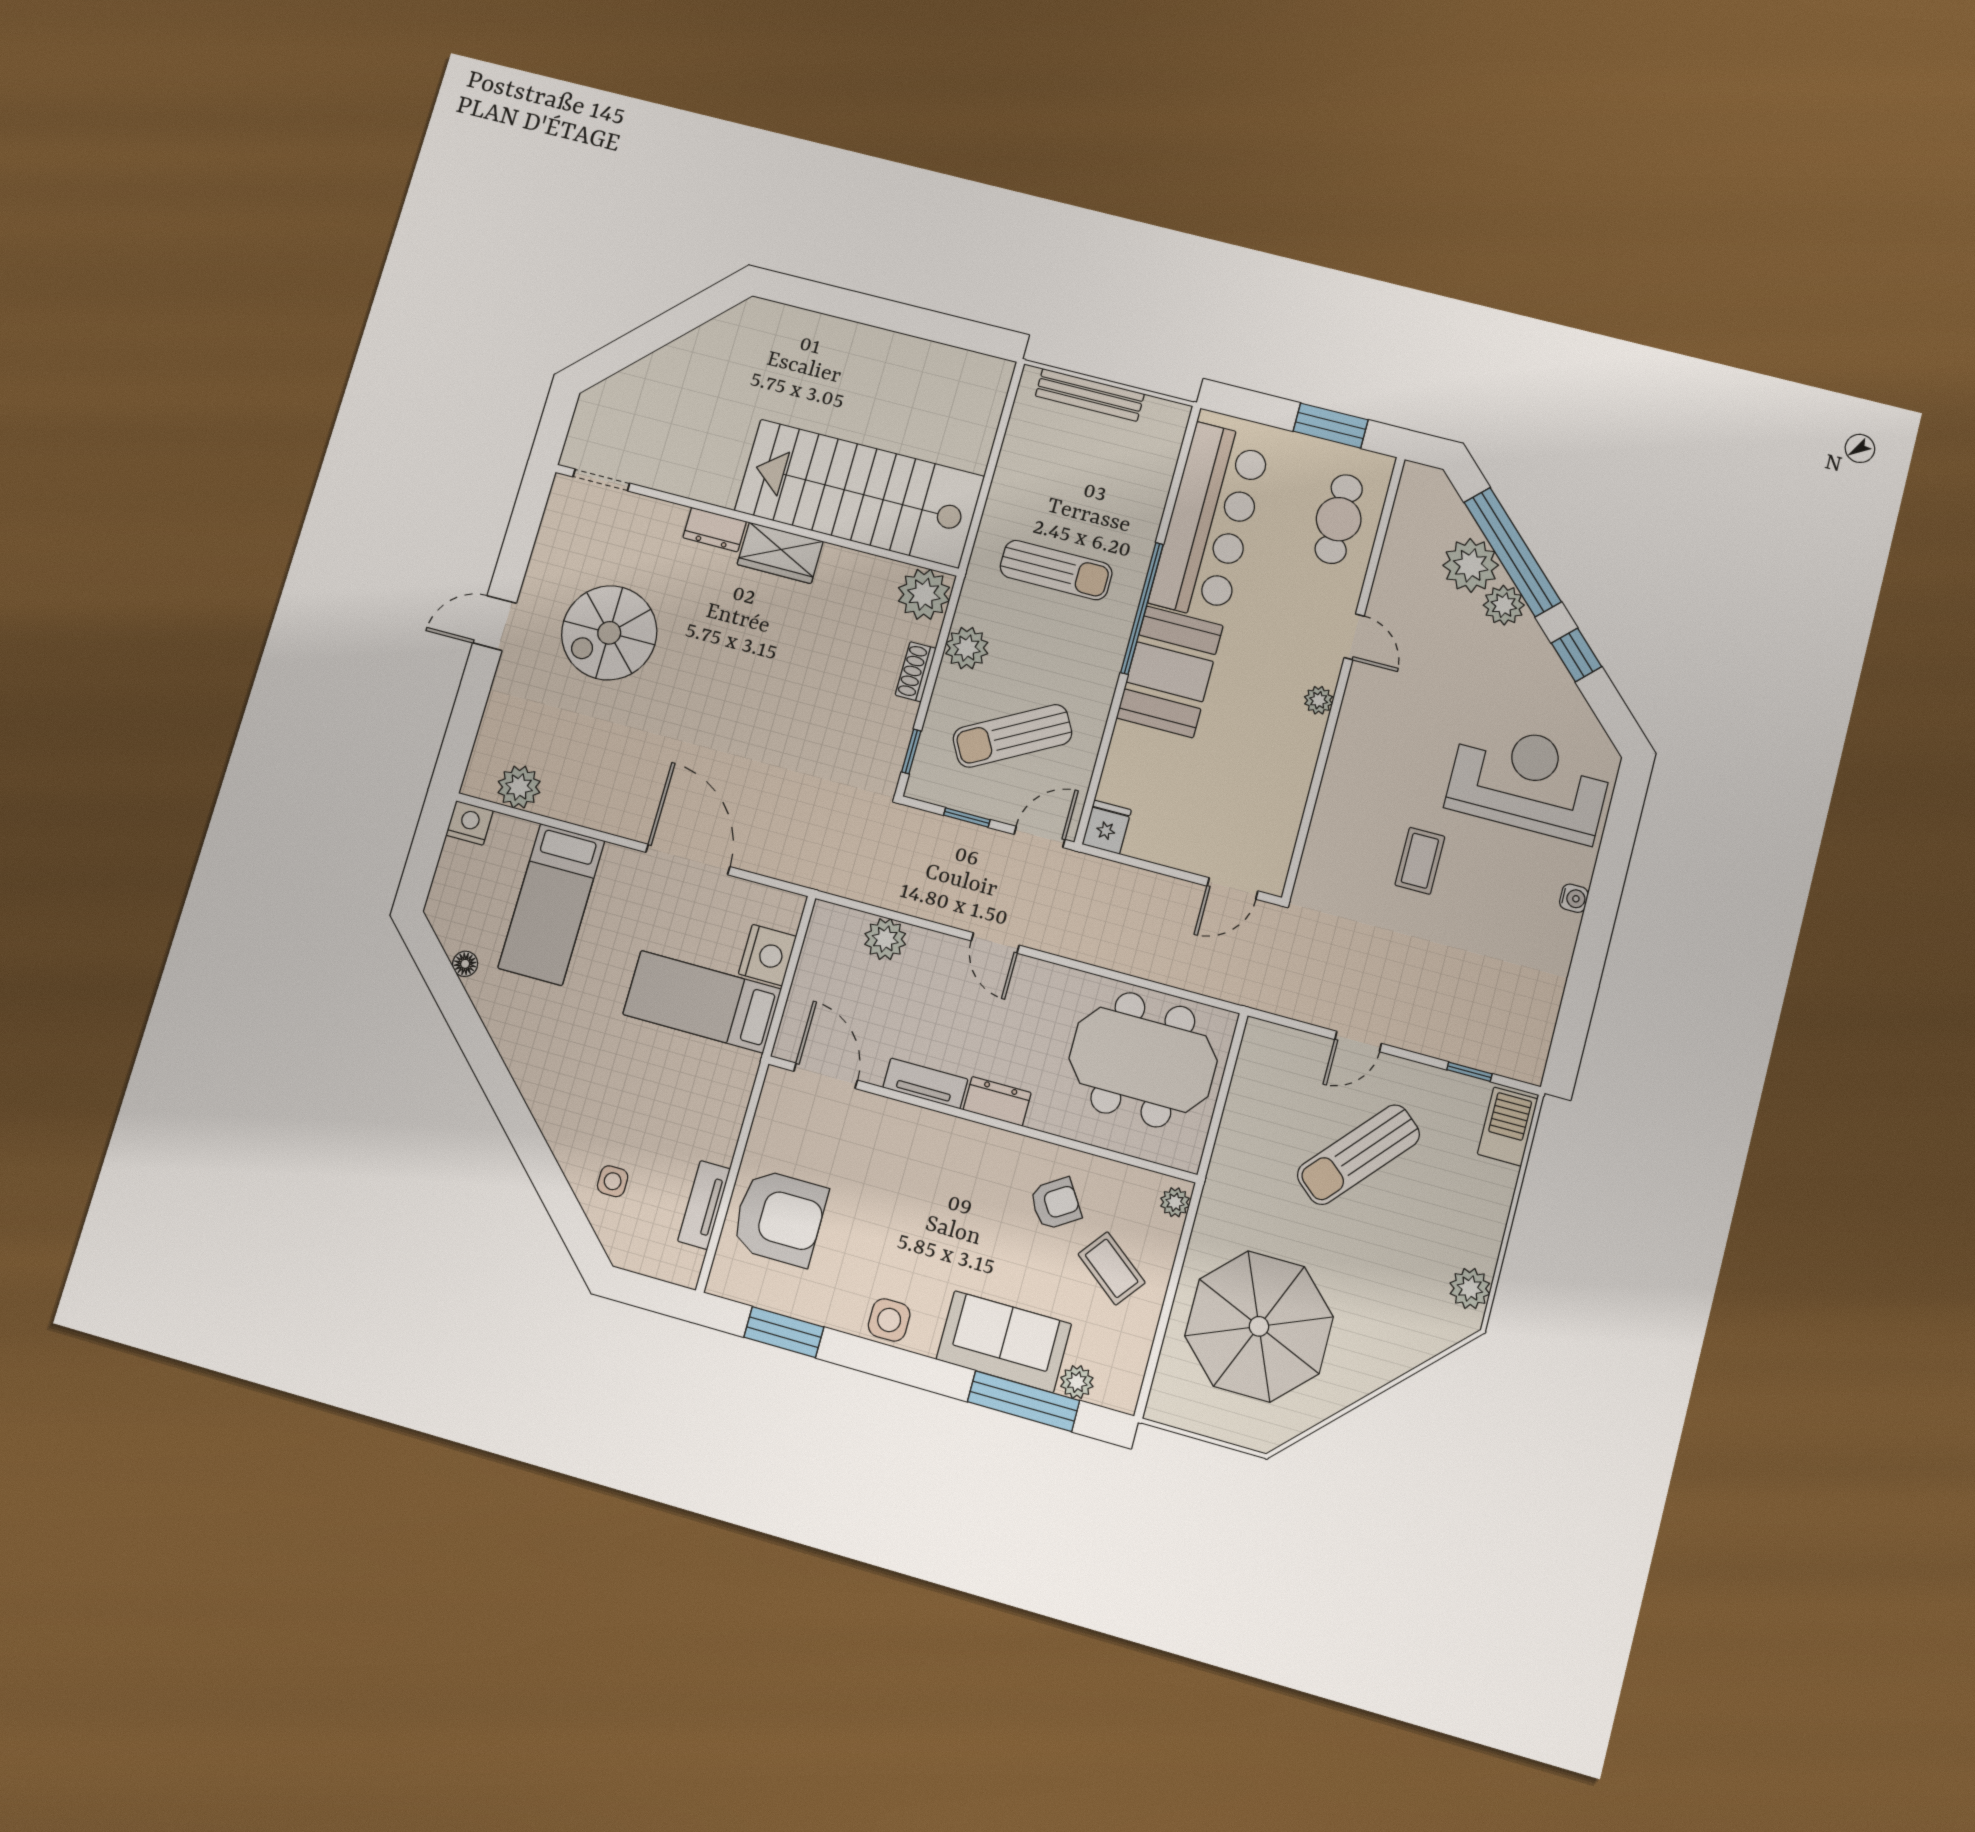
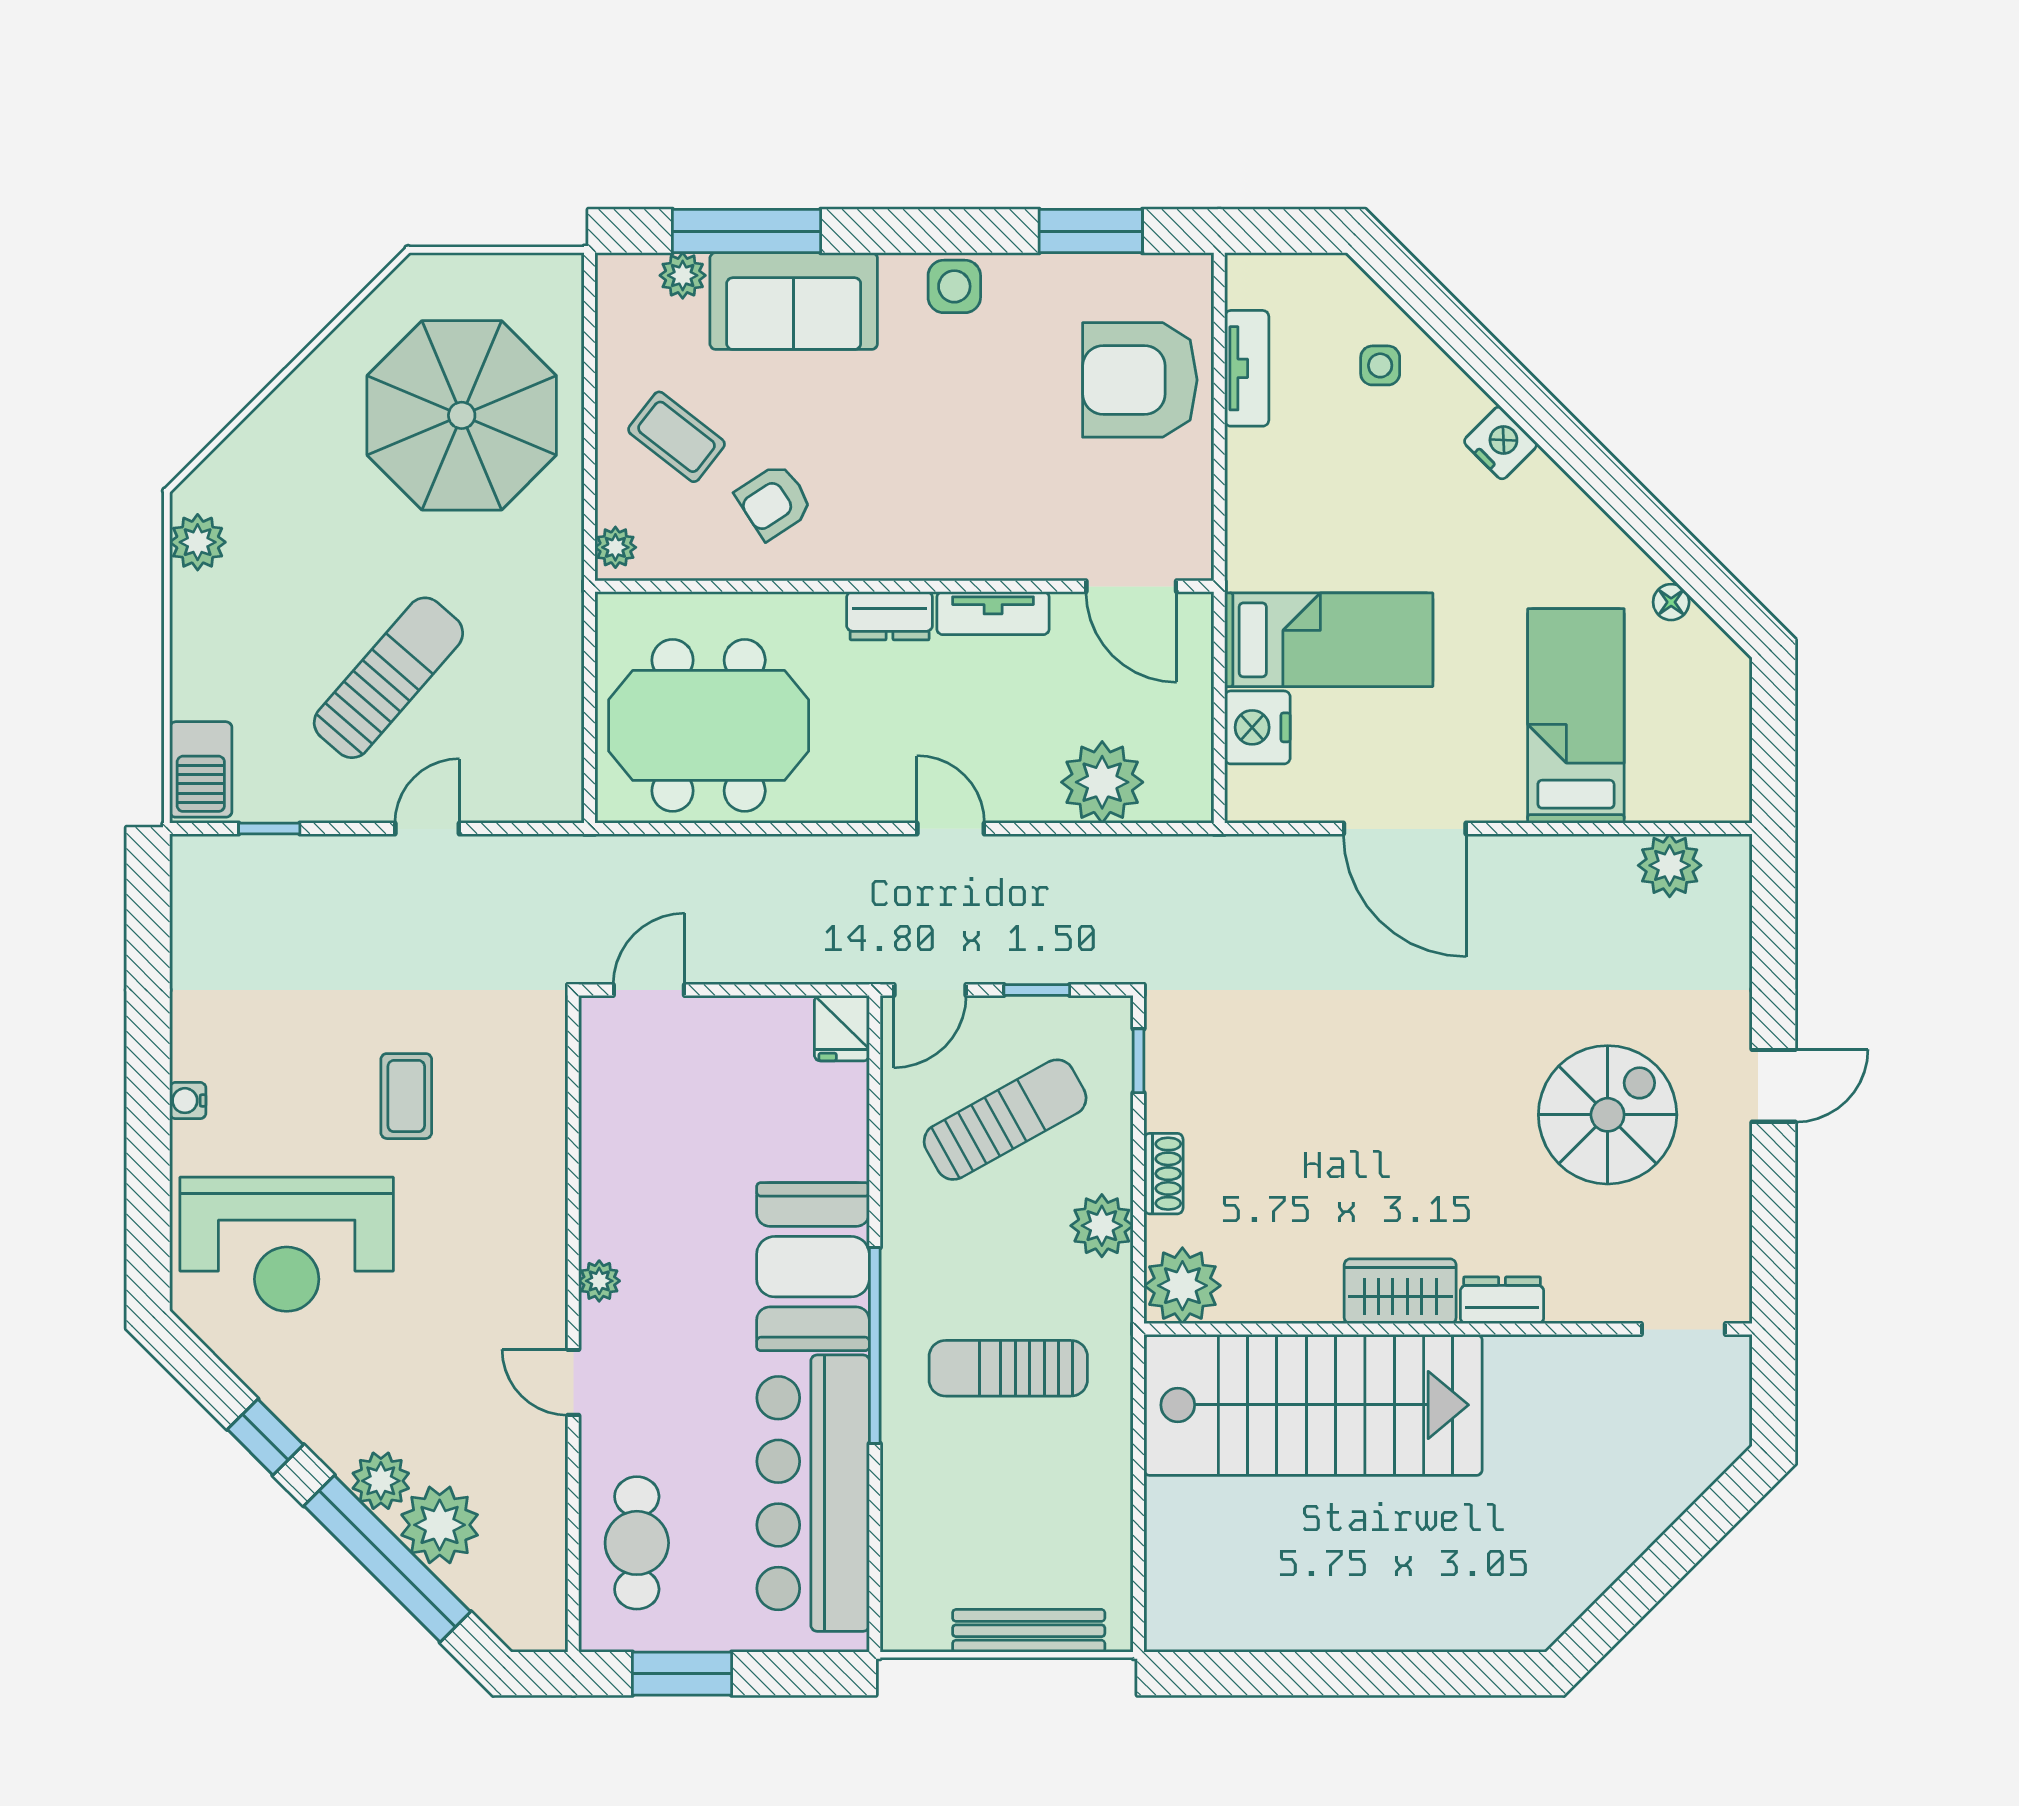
nightstand: (470, 823) -> (1500, 443), moved, turned -135
plant: (885, 939) -> (1102, 782), width x1.36, depth x1.36

